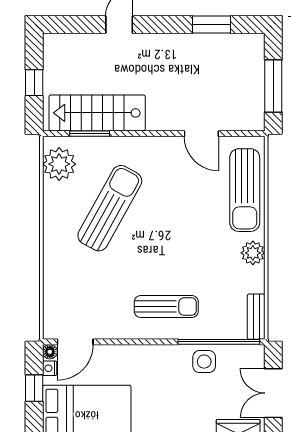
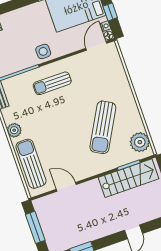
side table: (204, 362) -> (43, 51), moved

